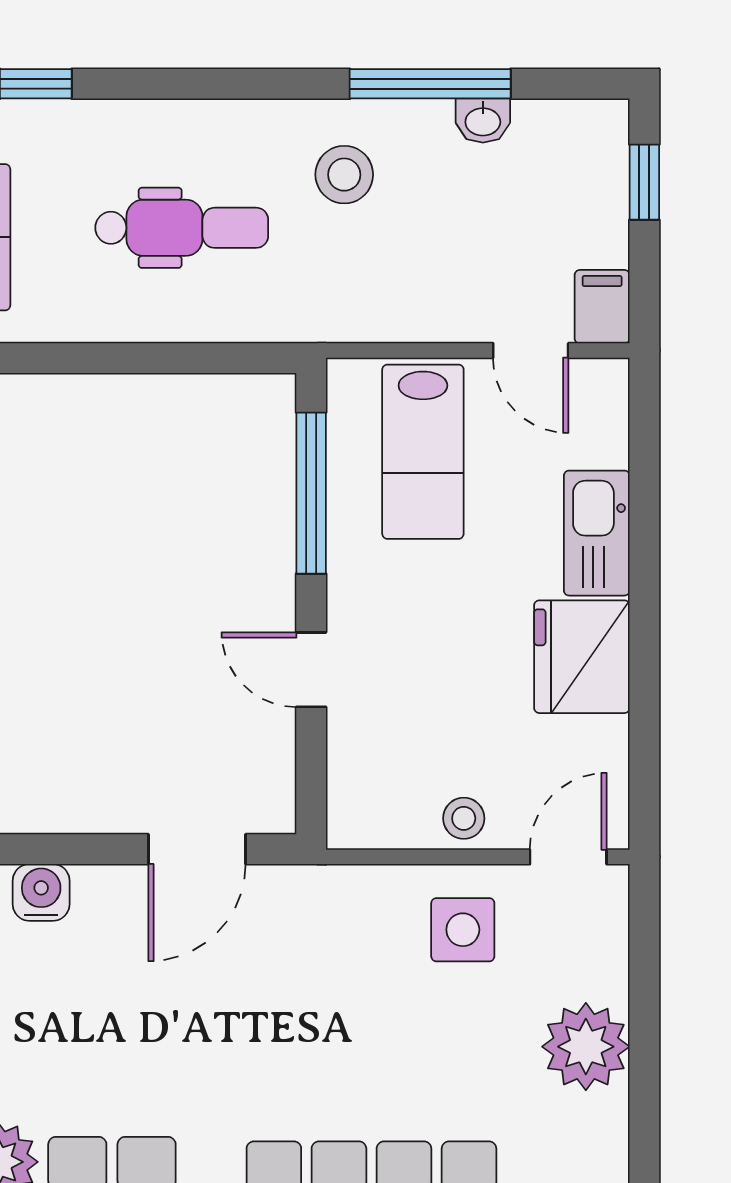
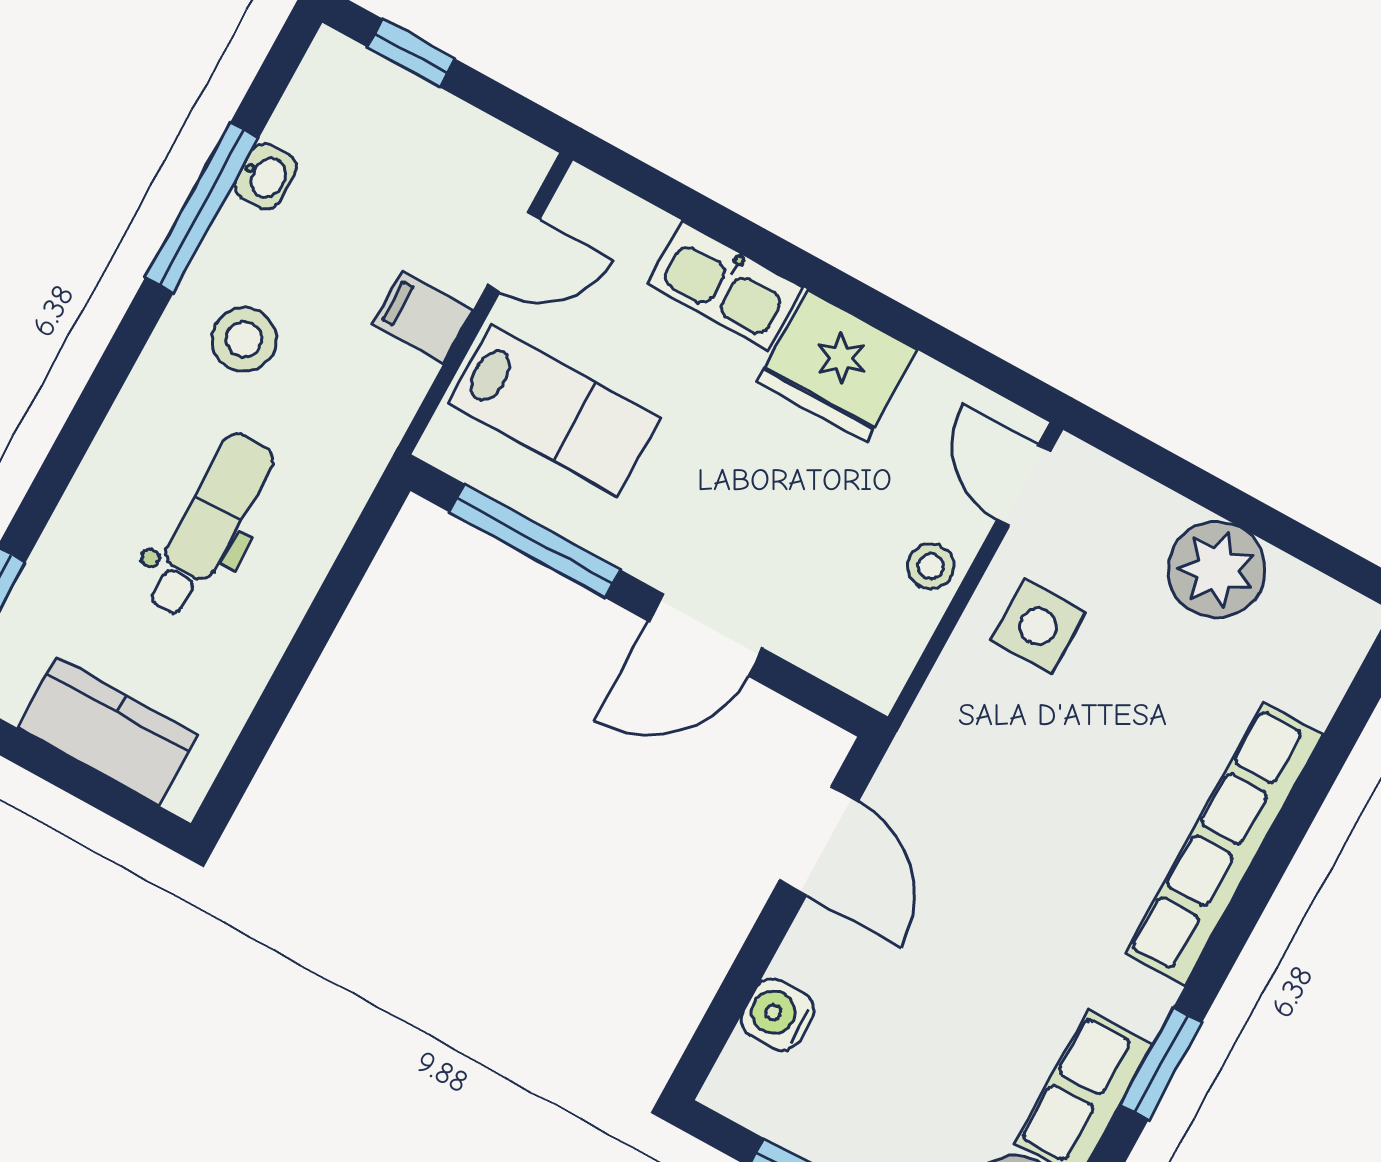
filing cabinet: (602, 307) -> (423, 317), moved
door: (311, 670) -> (706, 635), width x1.38

